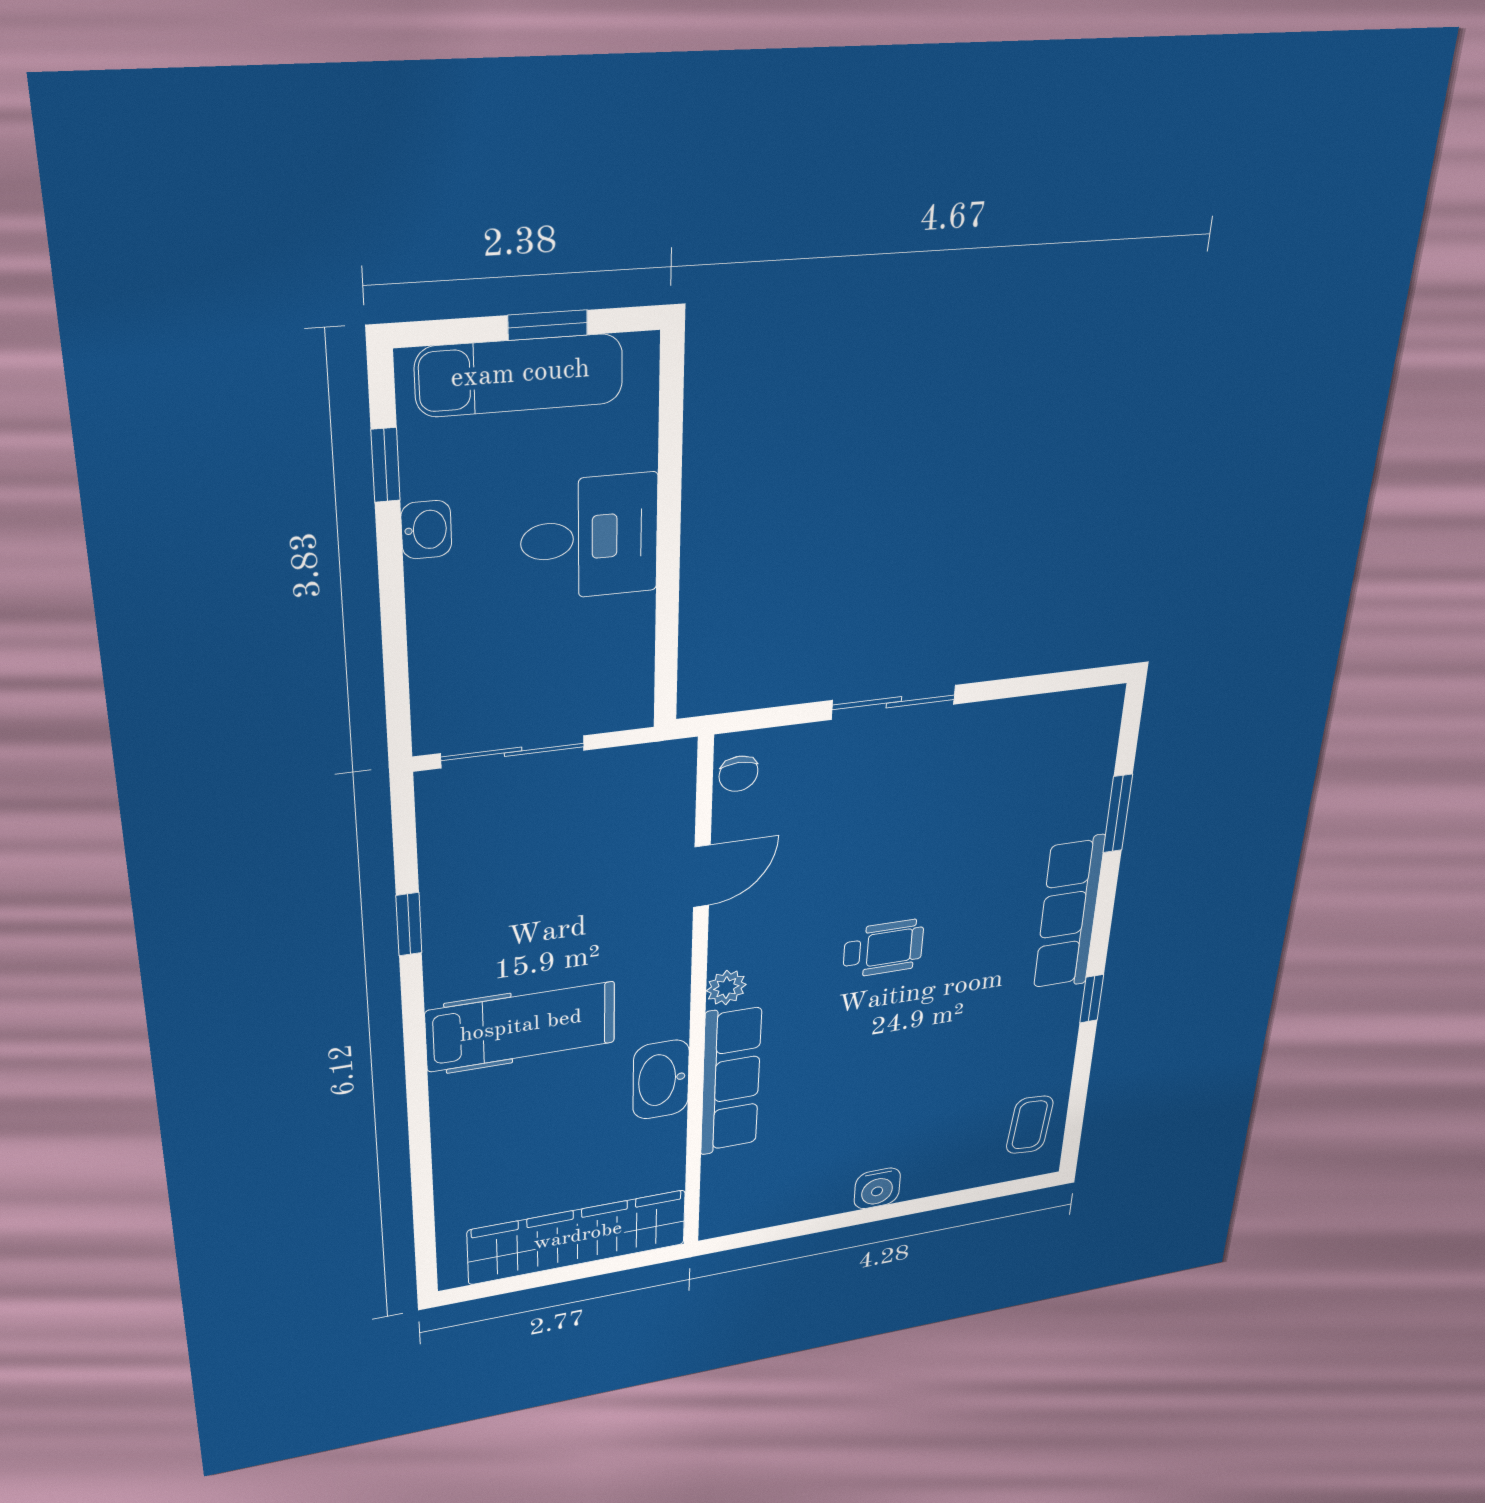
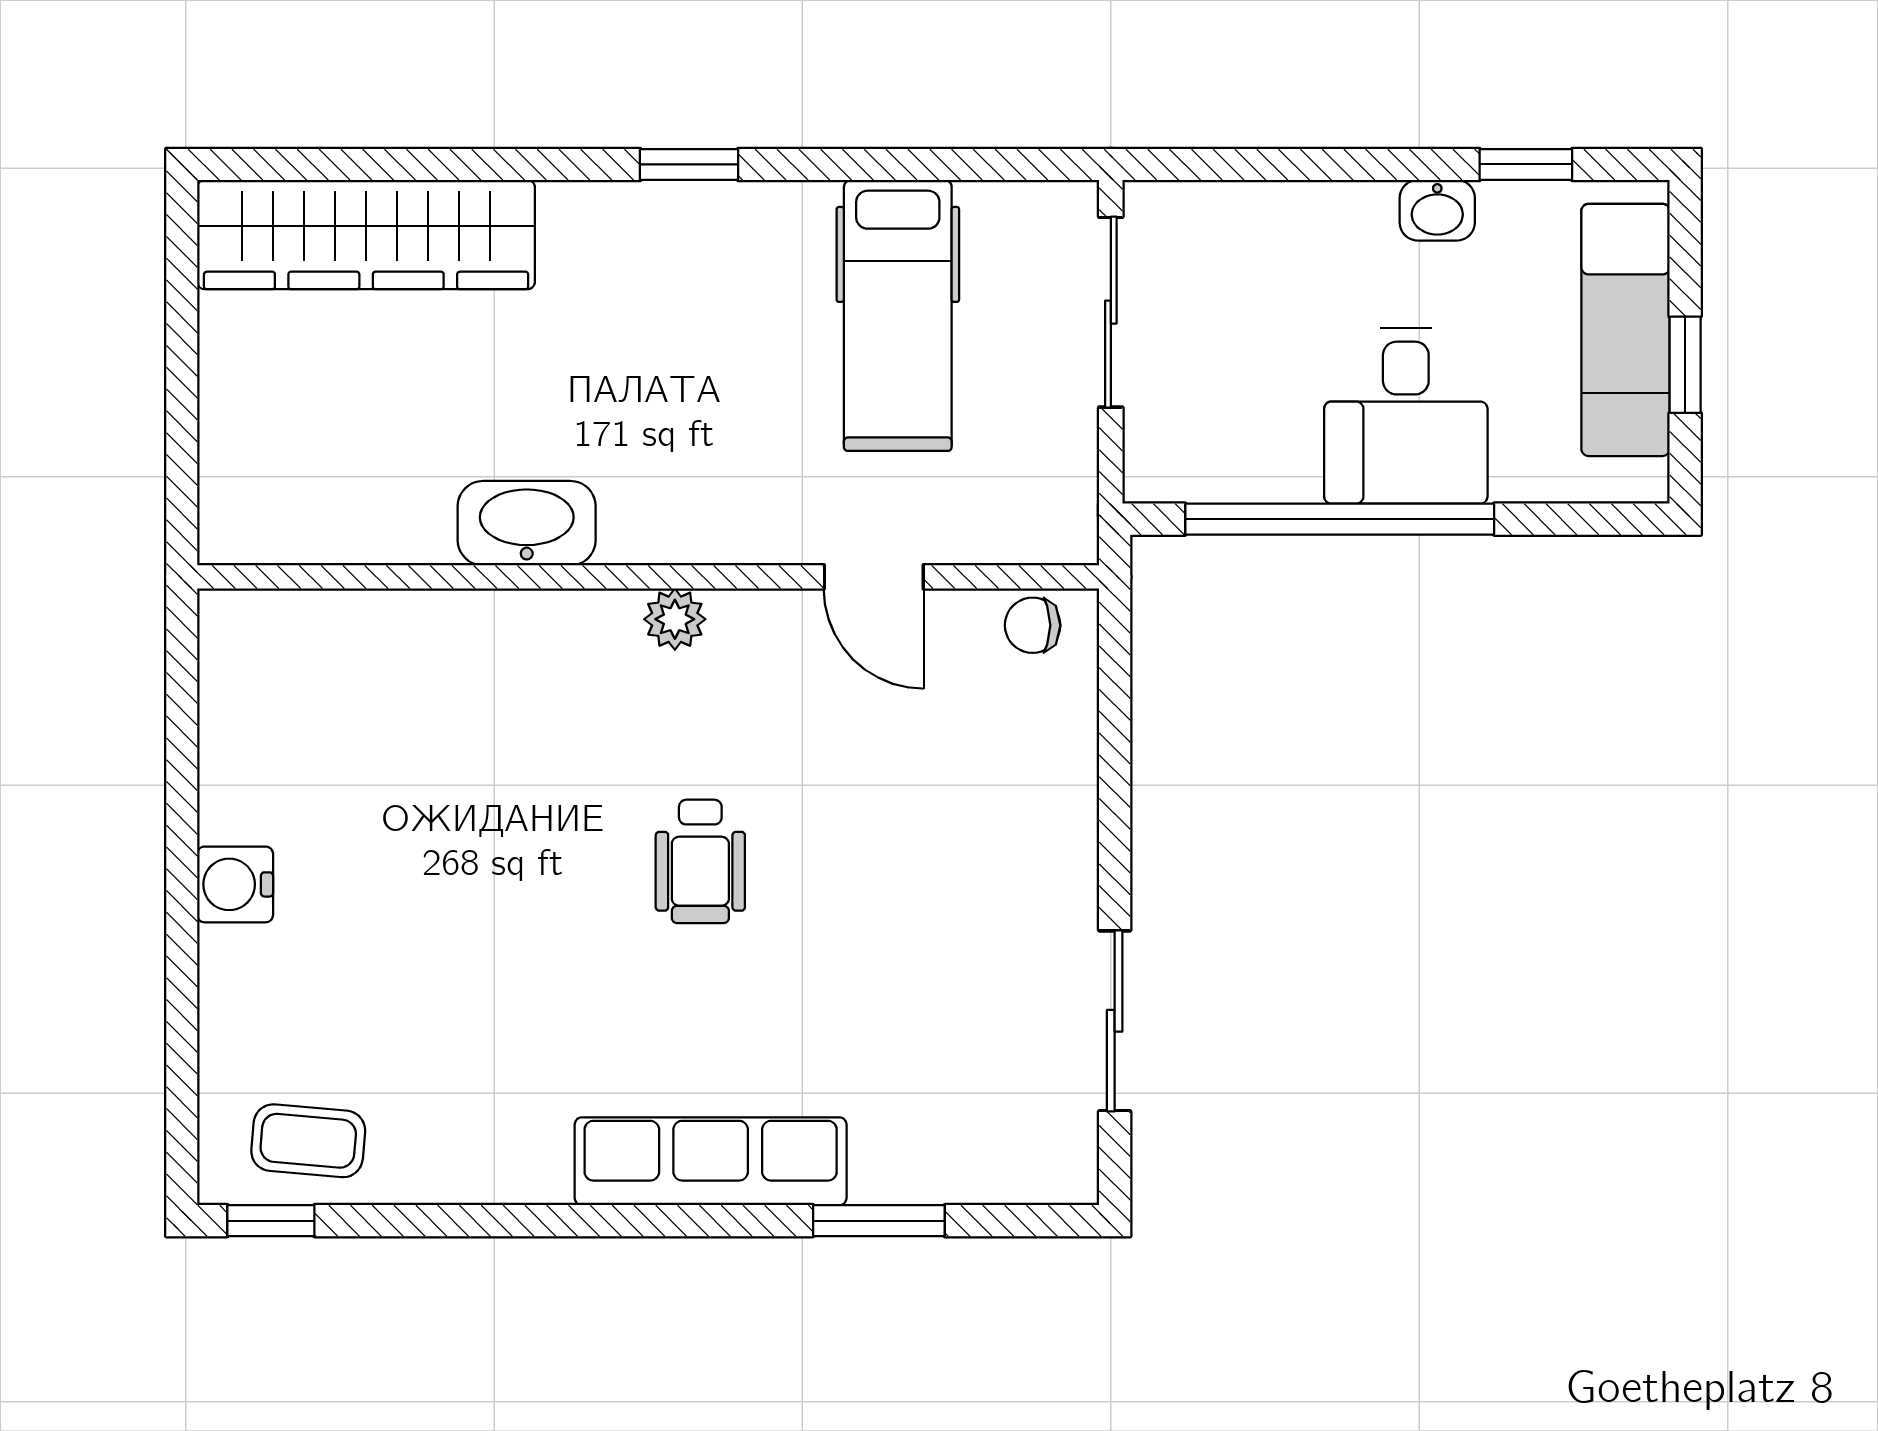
window: (668, 577) -> (1340, 519), added
sliding door: (894, 702) -> (1115, 1021), moved
window: (409, 924) -> (689, 164), moved
window: (1092, 999) -> (271, 1221), moved
hospital bed: (521, 1027) -> (898, 315), moved
row of seats: (731, 1080) -> (503, 632), removed
wardrobe: (578, 1237) -> (366, 235), moved, turned 90

